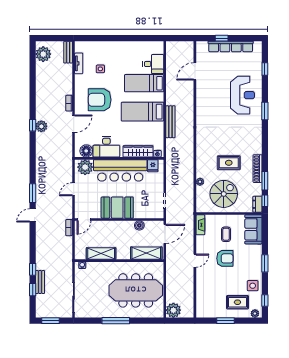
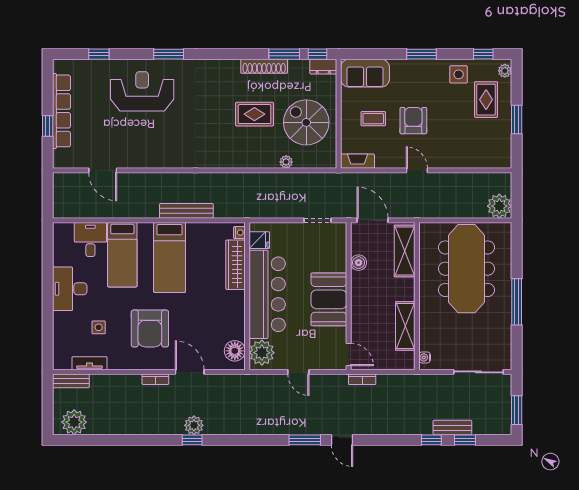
desk: (106, 147) -> (70, 289), moved, turned 180
rug: (229, 163) -> (254, 114), turned 90

